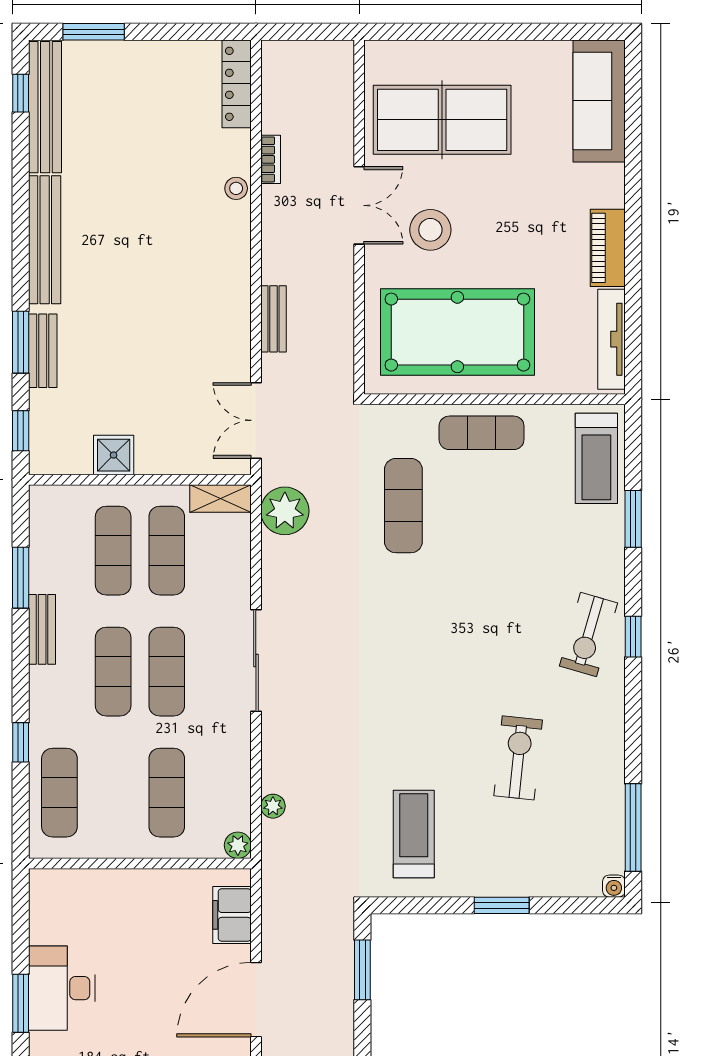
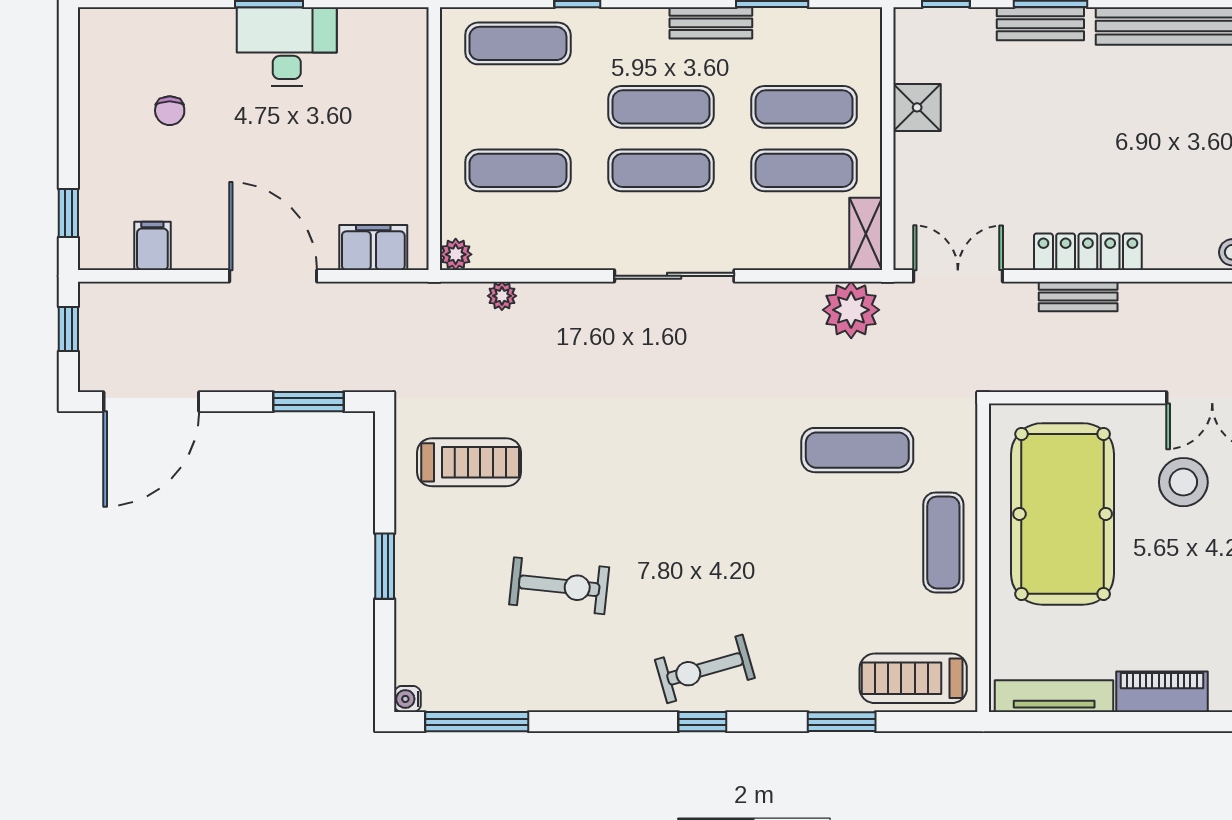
locker: (236, 311) -> (1088, 252), added
exercise bike: (588, 635) -> (705, 669), turned -32

